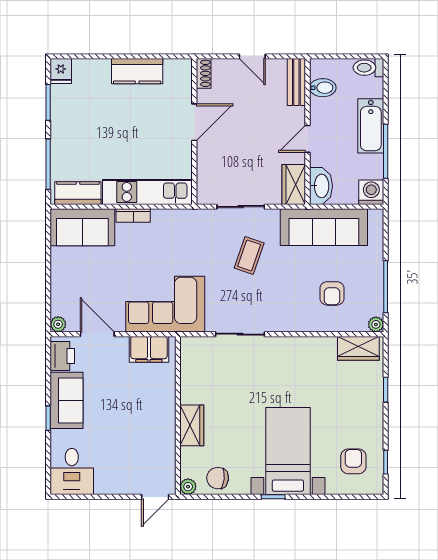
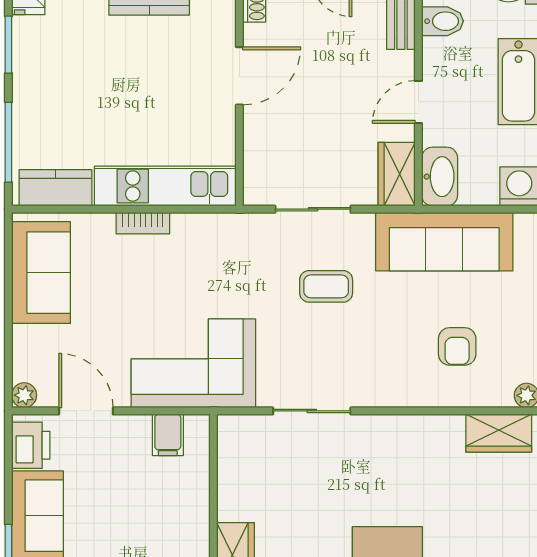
sofa: (82, 227) -> (41, 273), moved, turned -90
coffee table: (249, 255) -> (326, 286), turned 71
filing cabinet: (149, 349) -> (168, 435), width x0.50

